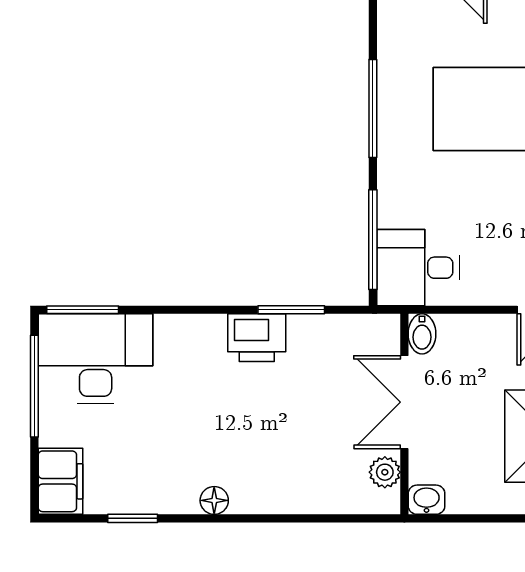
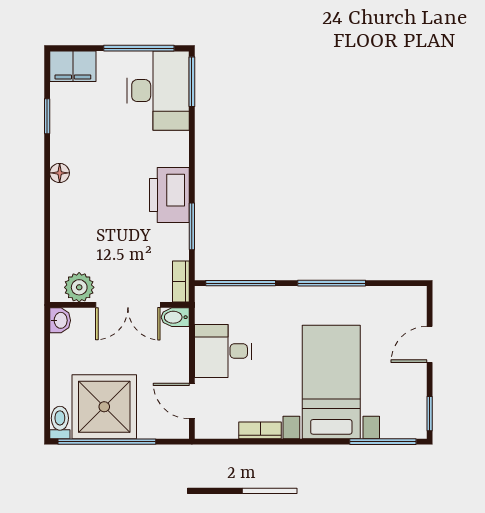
desk: (418, 268) -> (223, 351), moved, turned -90
bookcase: (371, 326) -> (181, 281), added
printer: (257, 338) -> (169, 195), width x1.37, depth x1.19
double door: (404, 402) -> (128, 305), swing flipped
plant: (385, 472) -> (79, 287), width x1.38, depth x1.38

